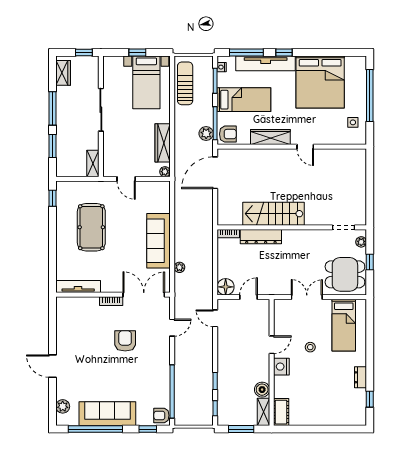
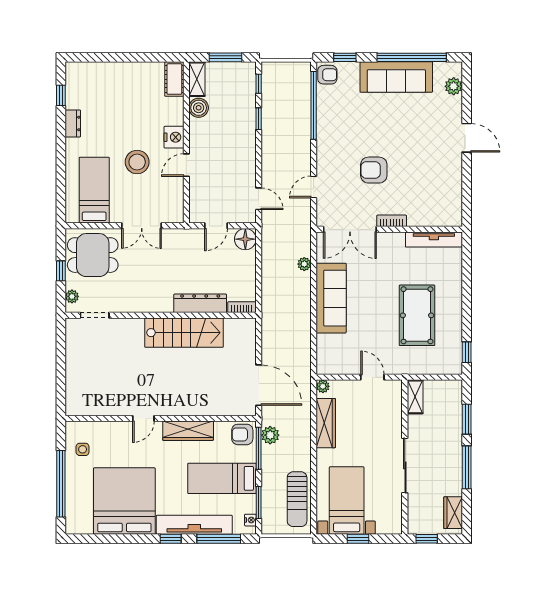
door: (305, 147) -> (143, 418), swing flipped
door: (215, 173) -> (259, 385), hinge flipped
armchair: (125, 341) -> (374, 170), turned 90
stool: (310, 347) -> (137, 162), width x1.89, depth x1.89

